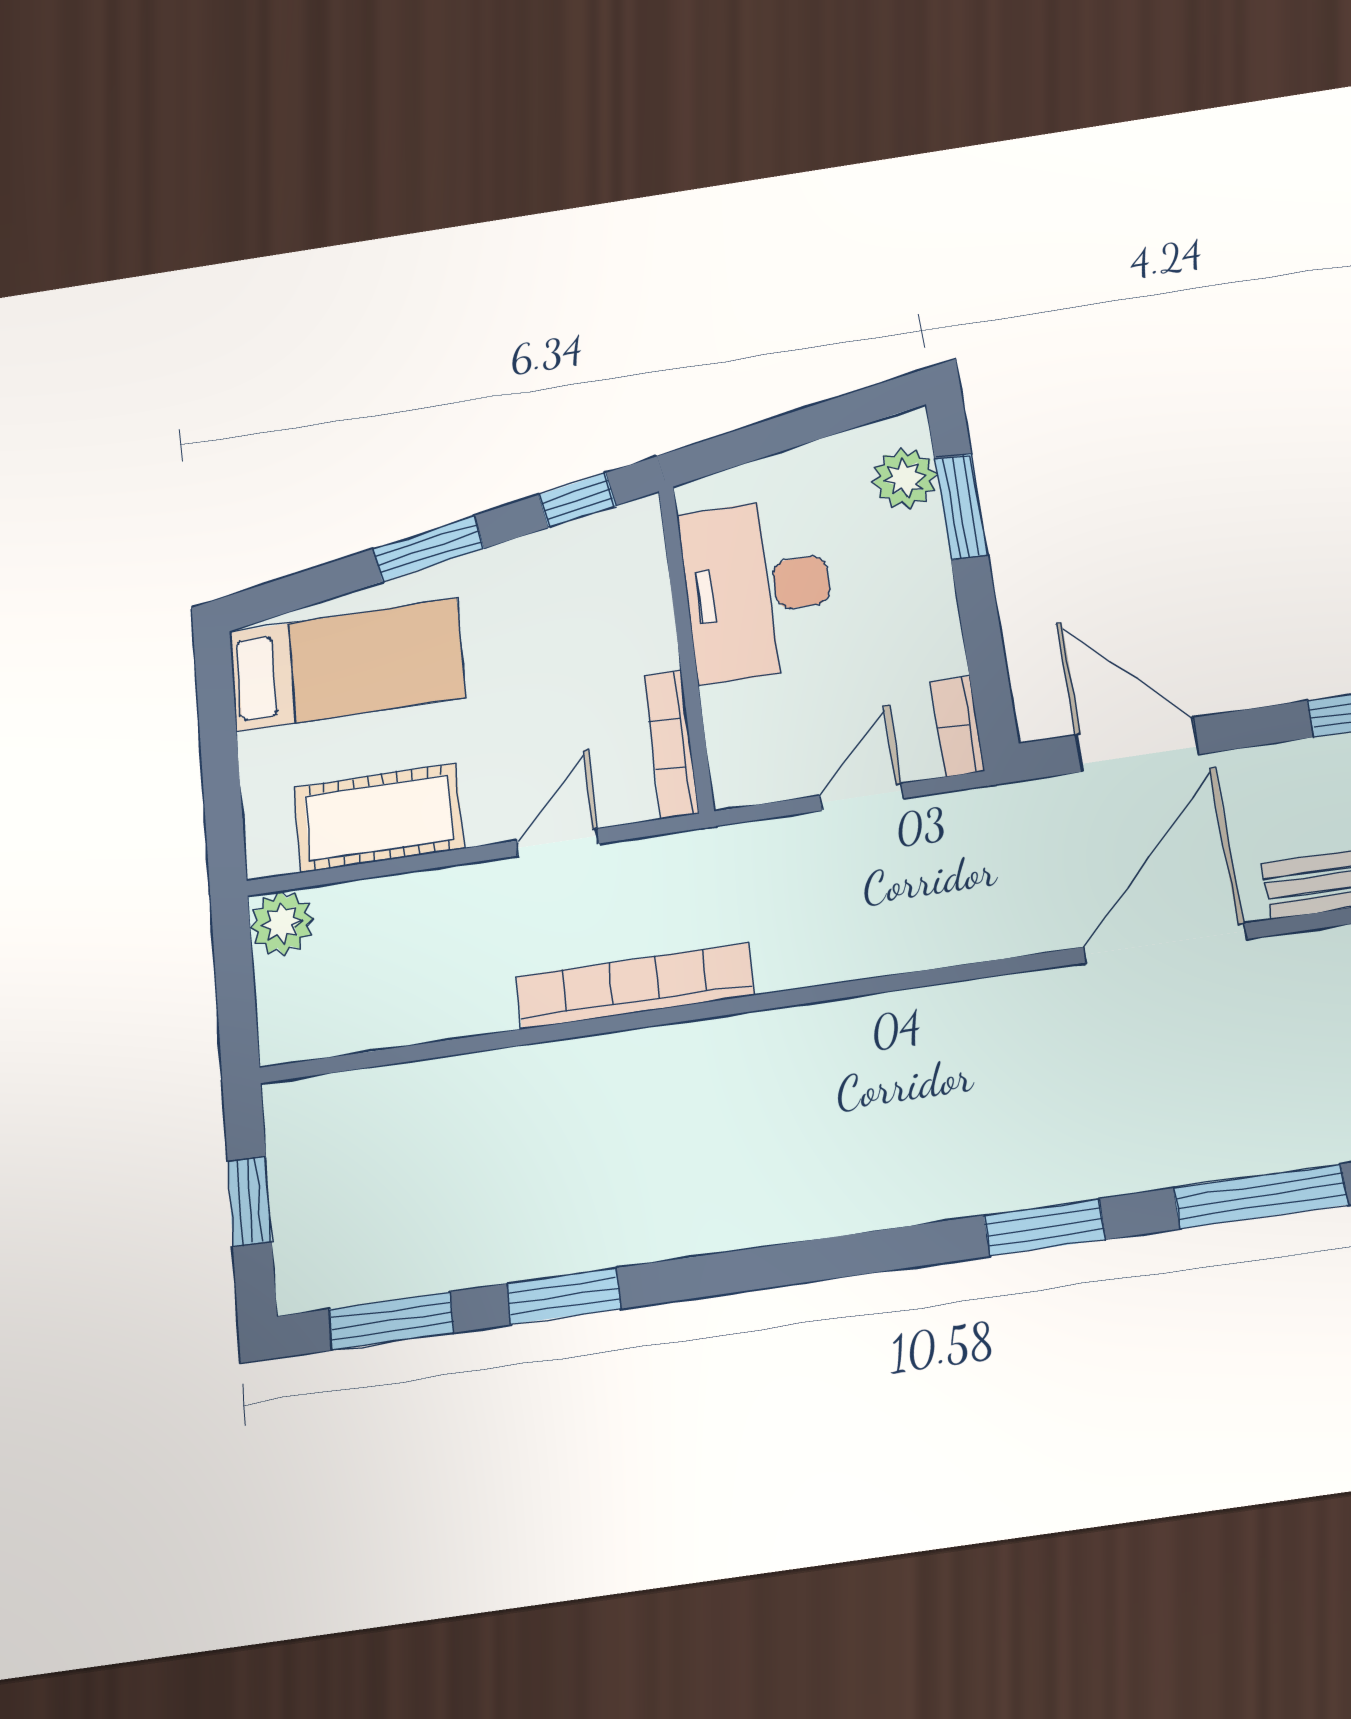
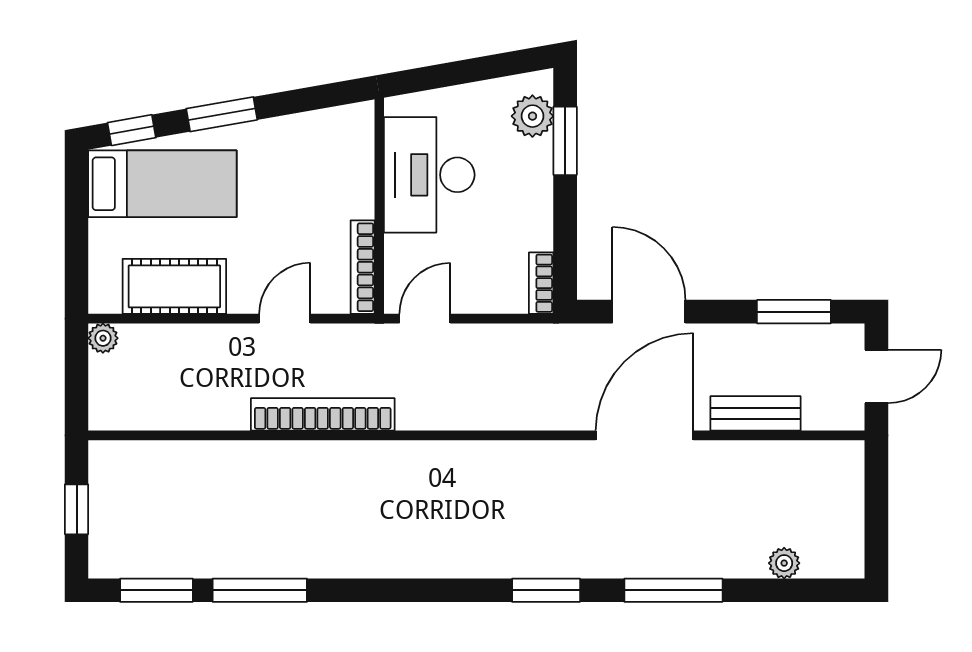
window: (577, 500) -> (132, 130), moved
door: (861, 797) -> (425, 319), moved
plant: (282, 923) -> (103, 338), width x0.73, depth x0.73
window: (564, 1296) -> (260, 590), width x1.44

